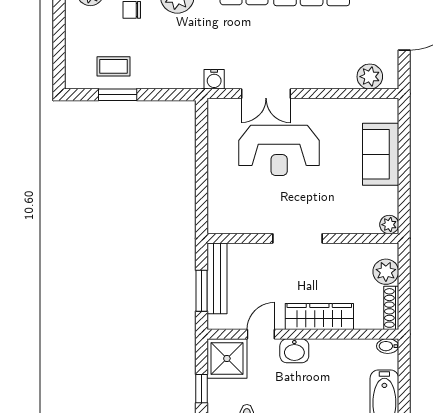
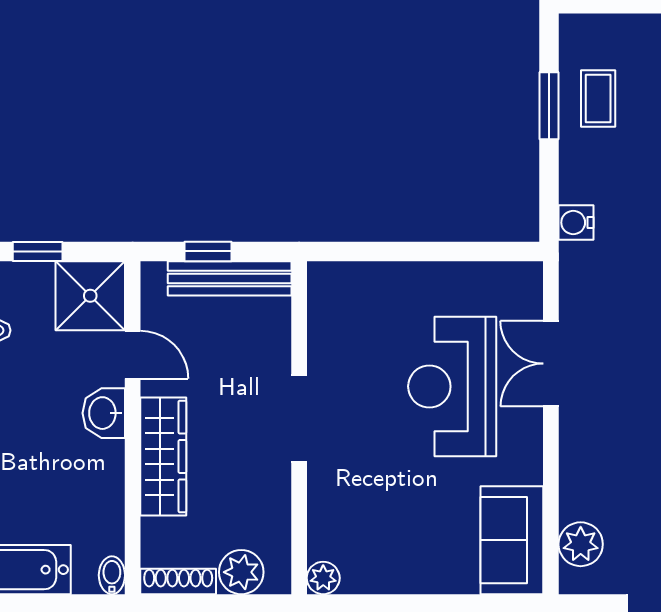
water cooler: (214, 79) -> (576, 223), moved
sofa: (381, 154) -> (512, 540), moved, turned -90
window: (201, 291) -> (208, 251), width x0.67

